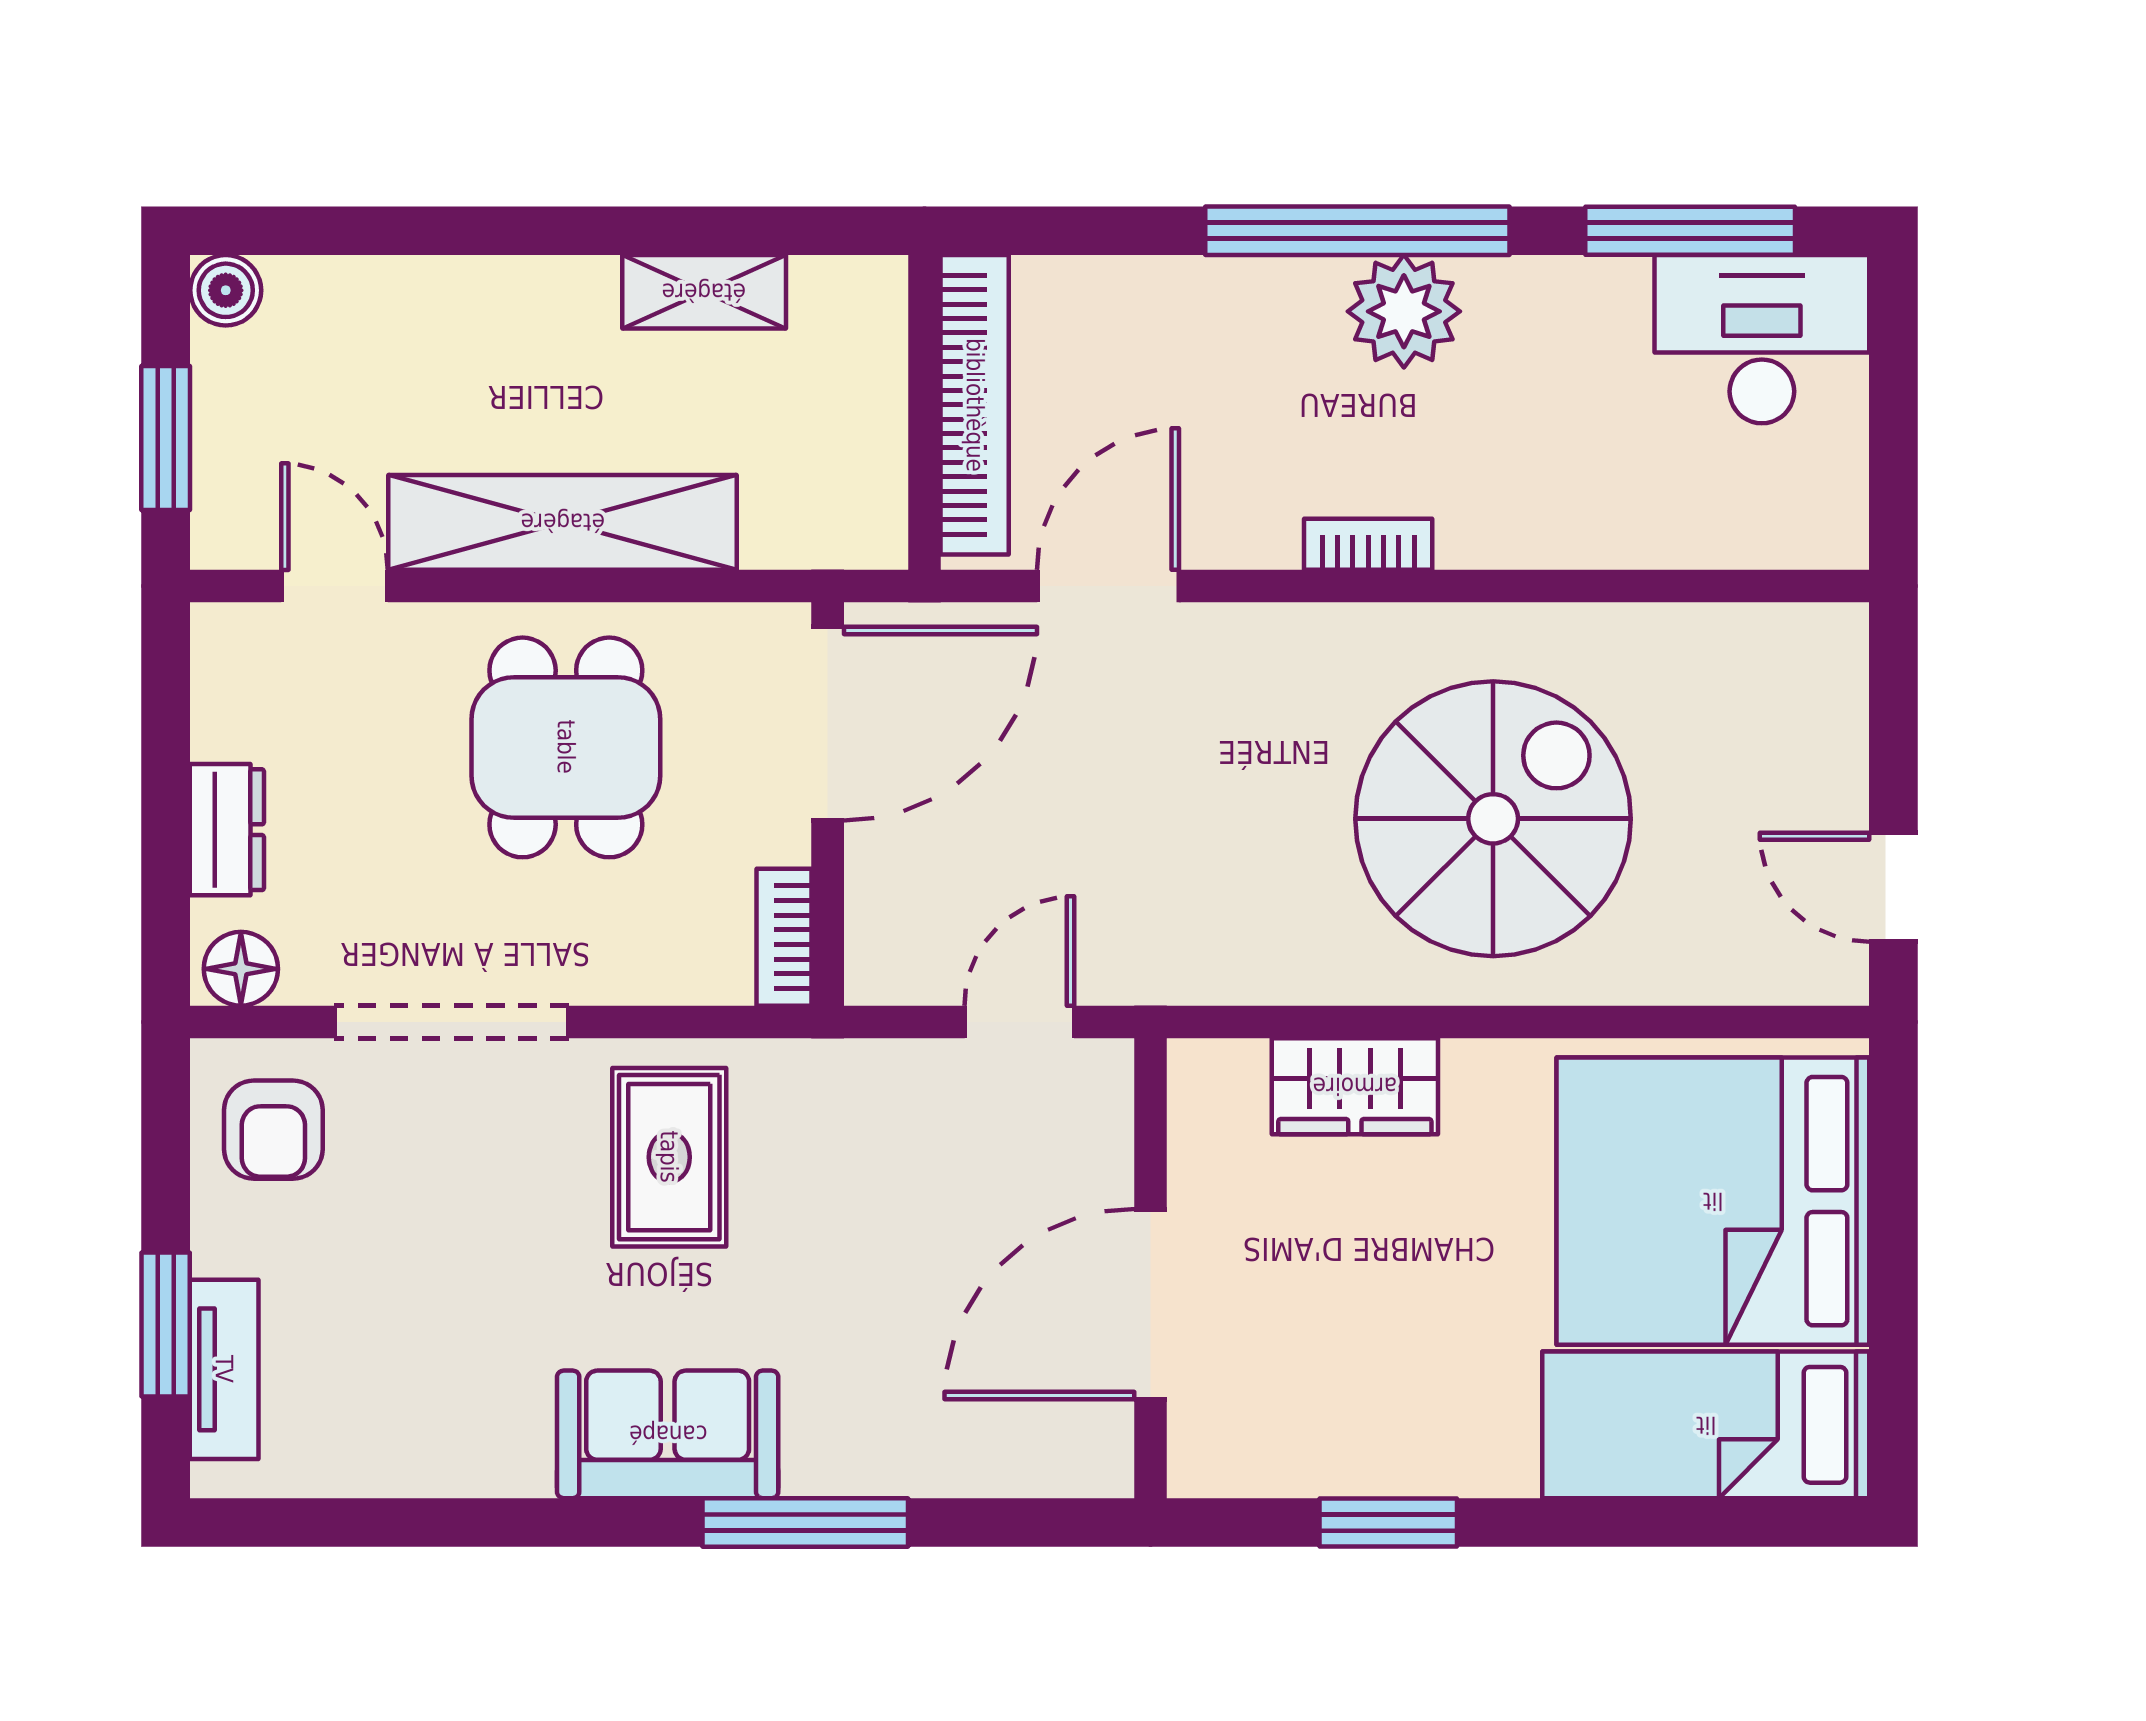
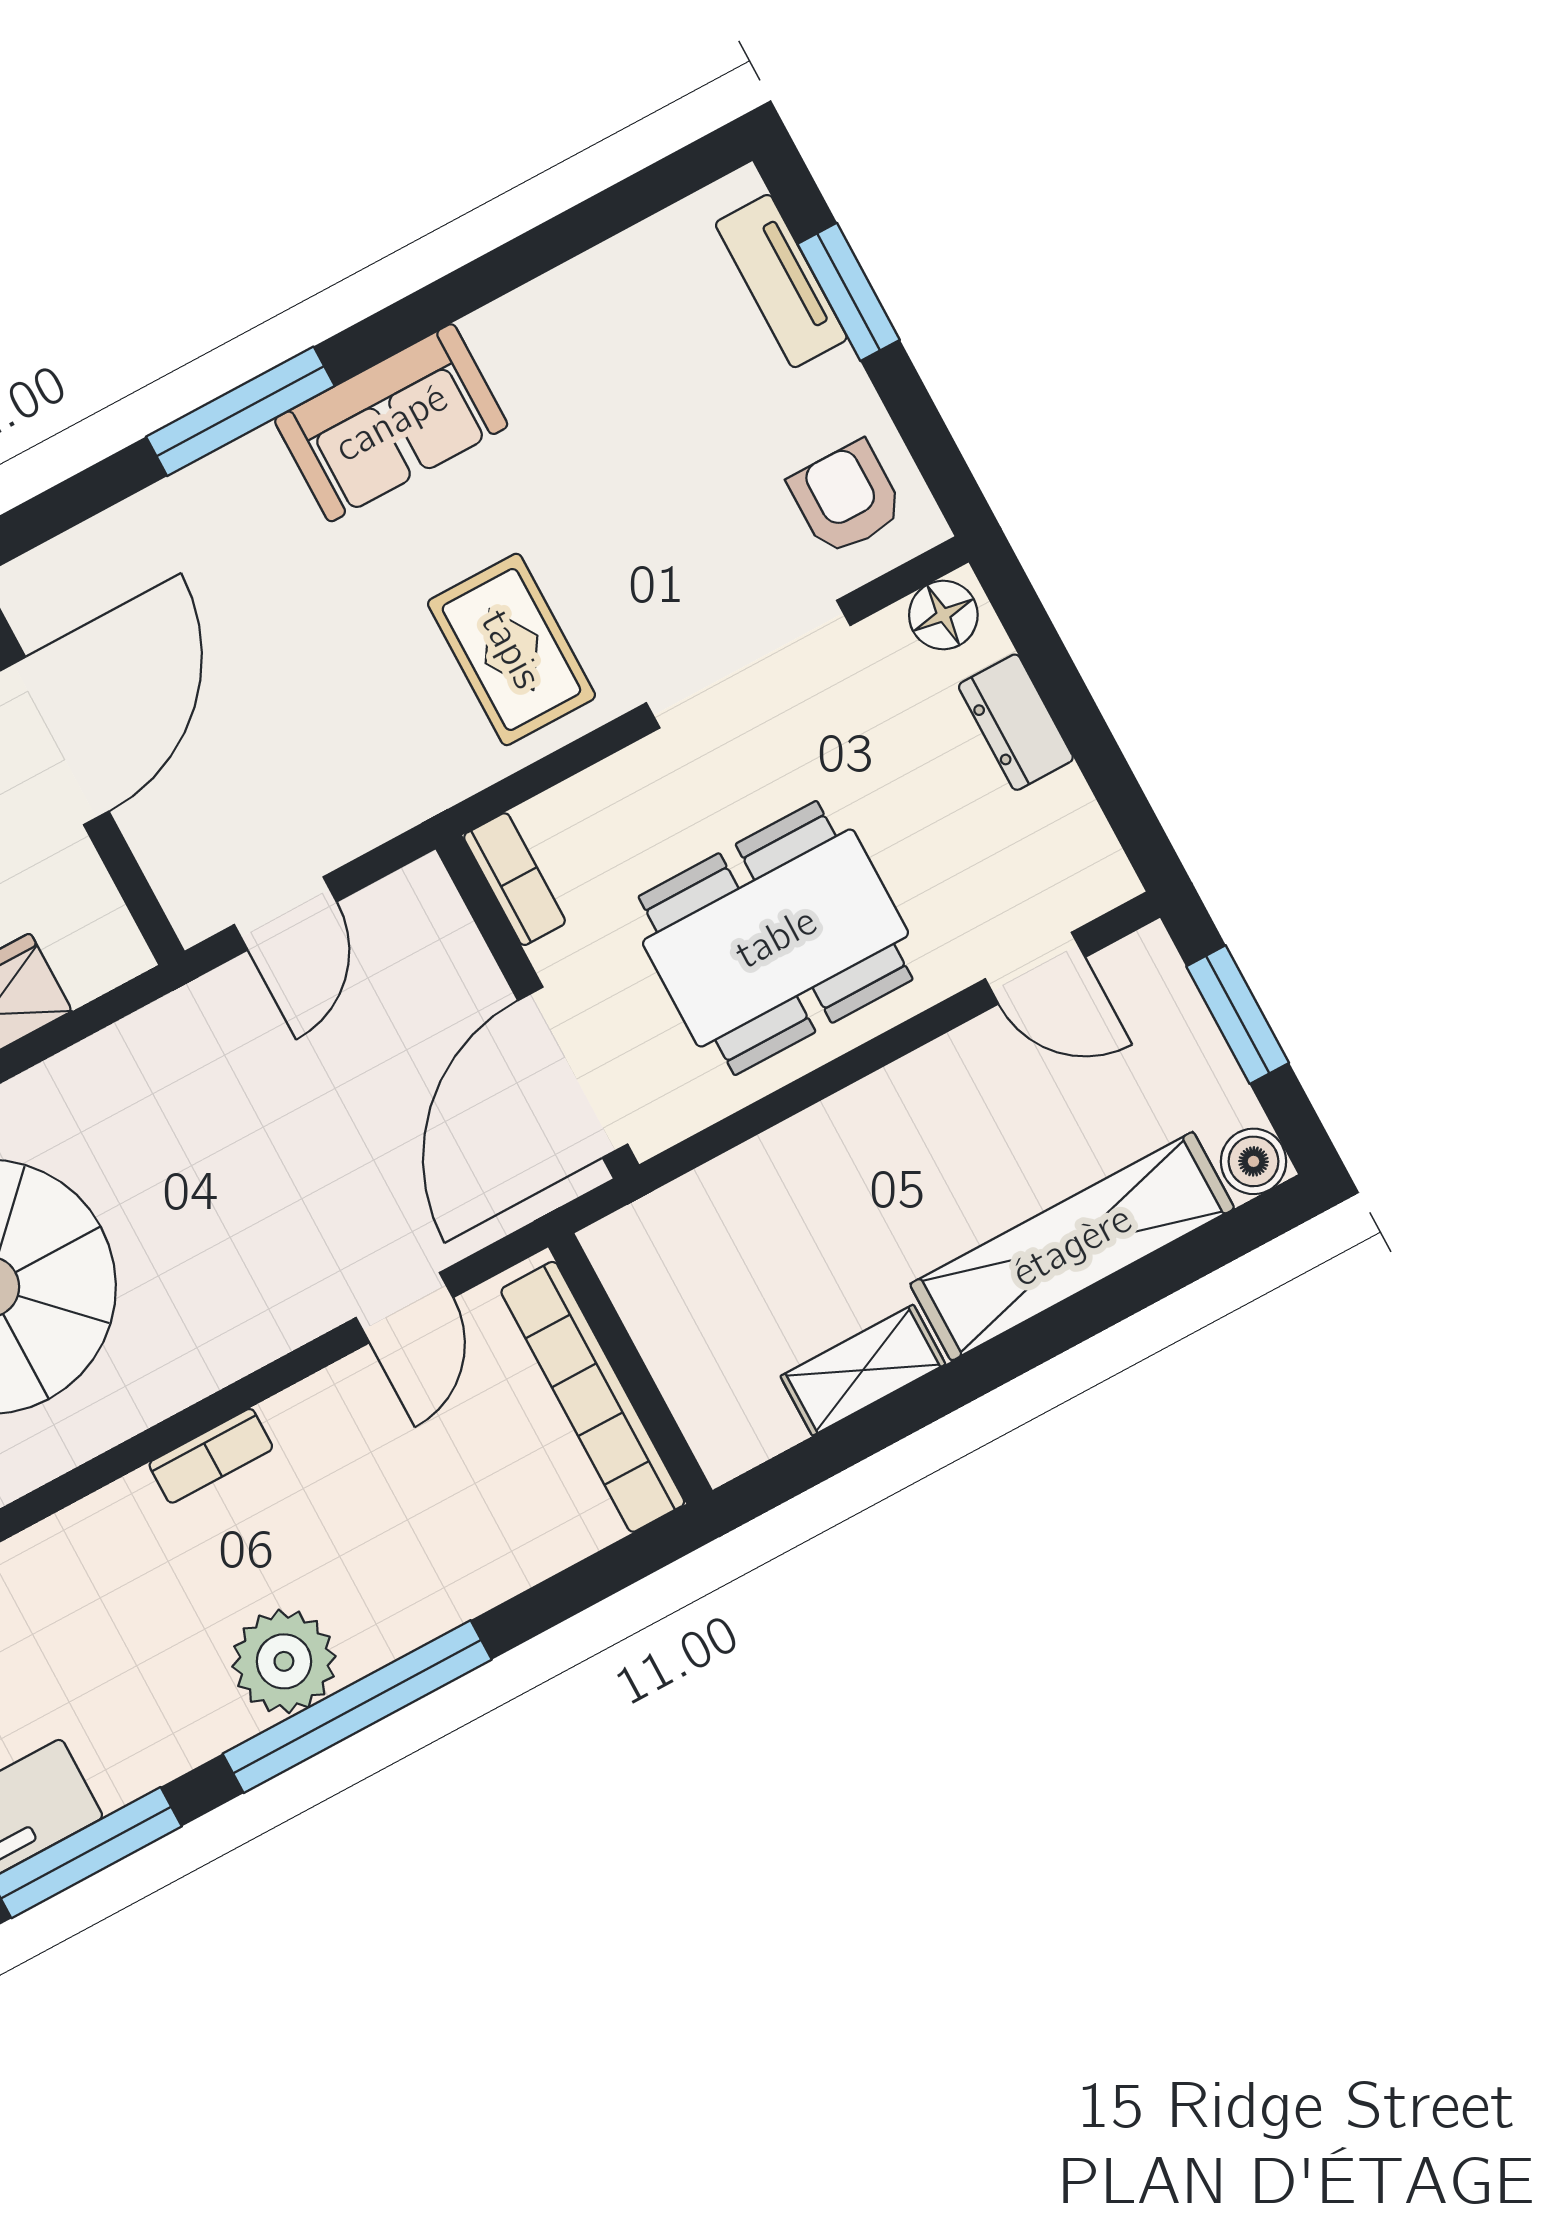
shelving: (563, 522) -> (1072, 1246), moved
door: (1108, 586) -> (404, 1308), width x0.73
dining table: (566, 747) -> (776, 938), width x1.38

